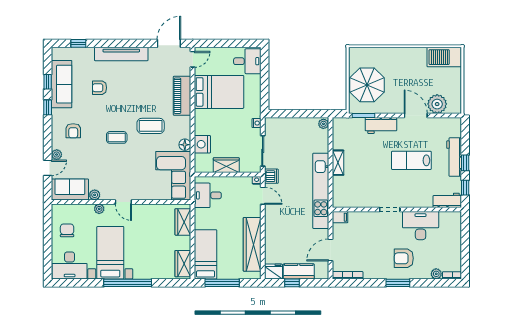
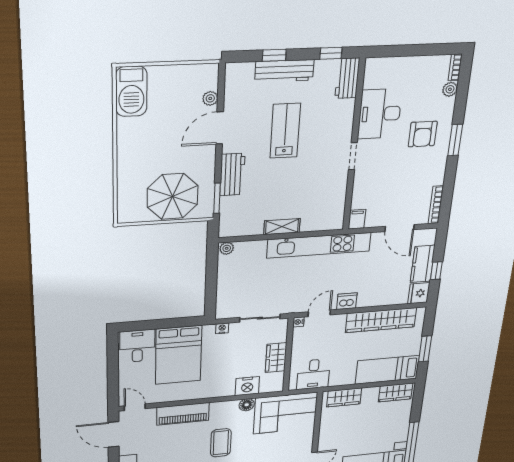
bed: (219, 92) -> (179, 355), moved, turned 180
plant: (437, 104) -> (210, 98), width x0.53, depth x0.53
lab bench: (411, 160) -> (285, 131), turned 180
window: (465, 163) -> (274, 55), moved
dishwasher: (271, 176) -> (347, 301), moved
window: (222, 283) -> (425, 349), width x0.69

